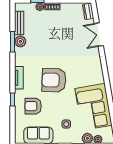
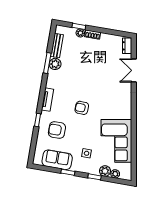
armchair: (54, 80) -> (82, 108), width x0.53, depth x0.53

